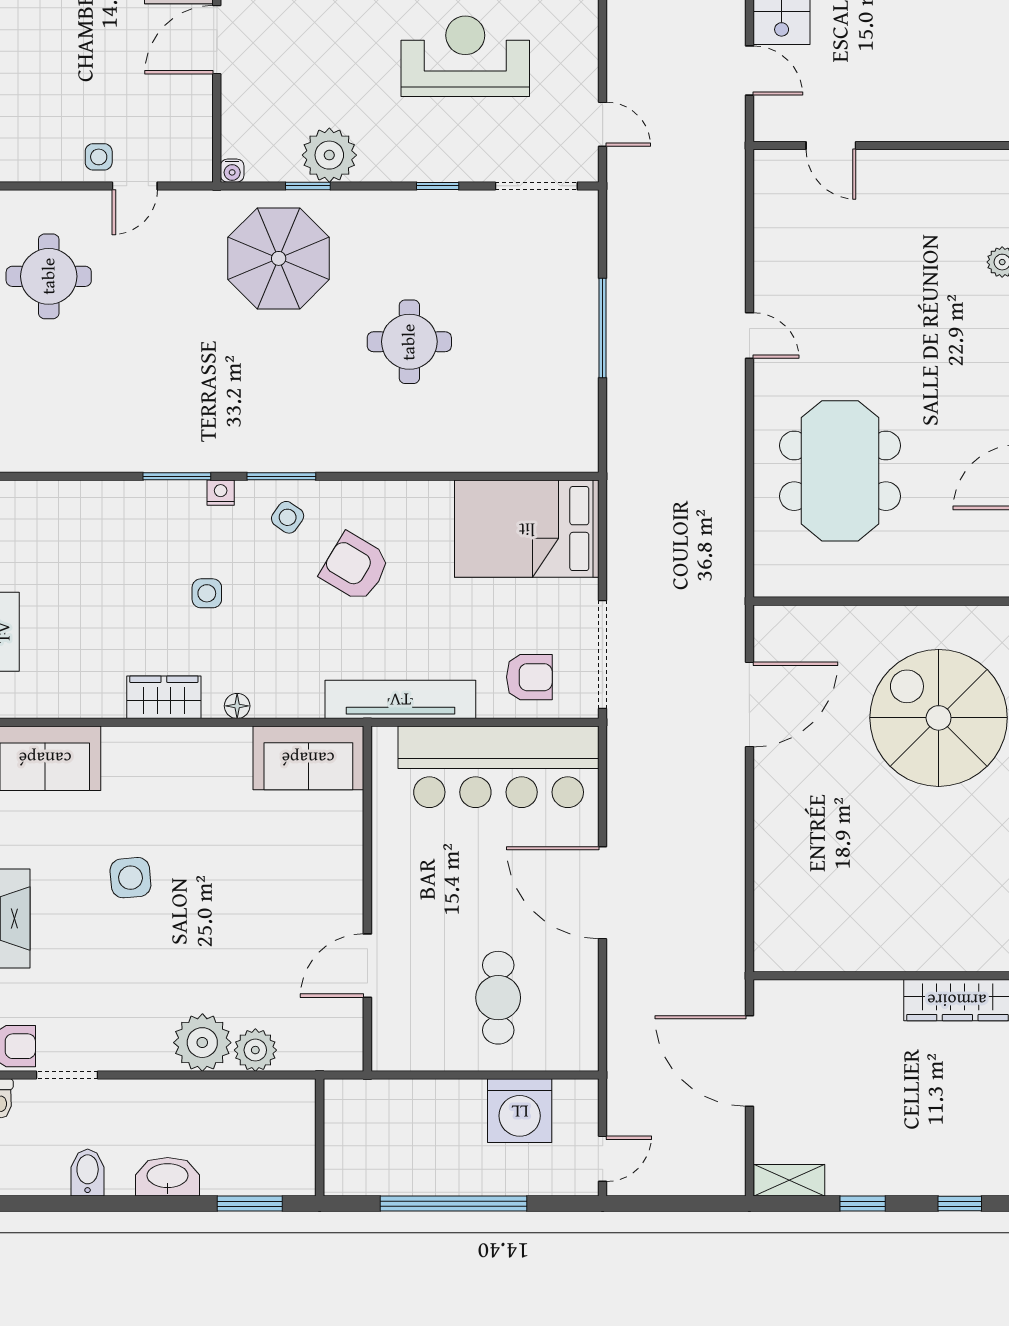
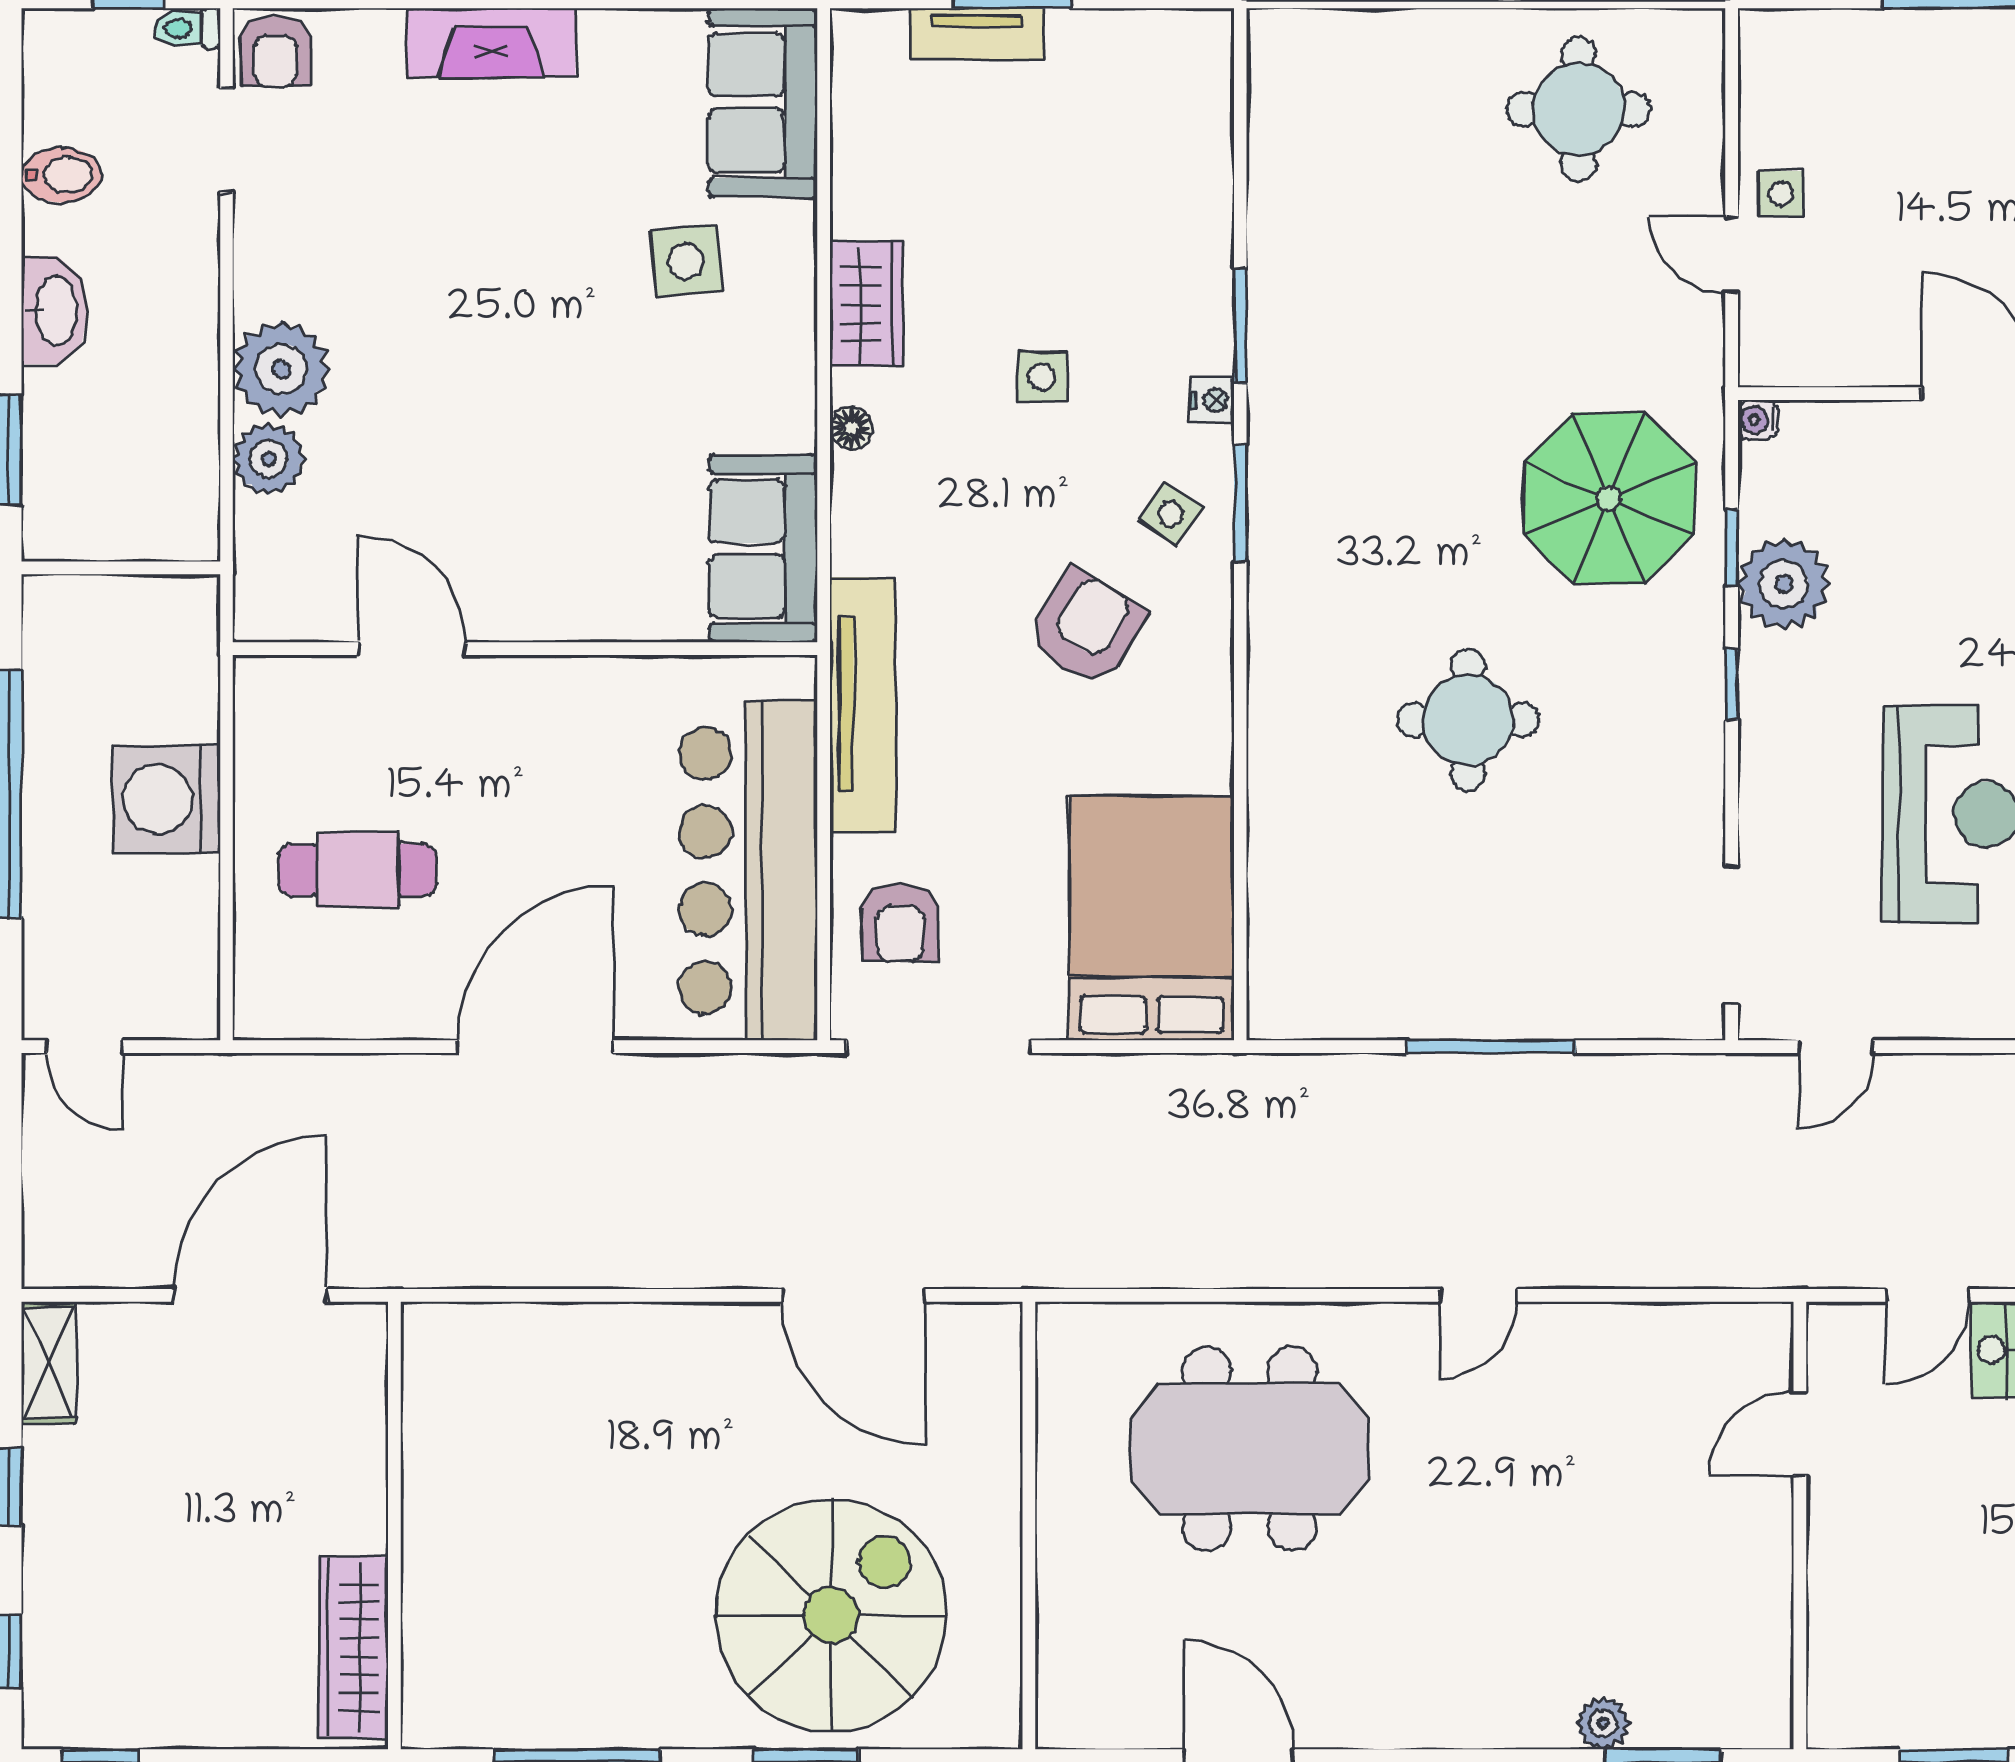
window: (438, 186) -> (1732, 684), moved
side table: (130, 878) -> (686, 261), moved
washing machine: (520, 1111) -> (166, 799), moved

